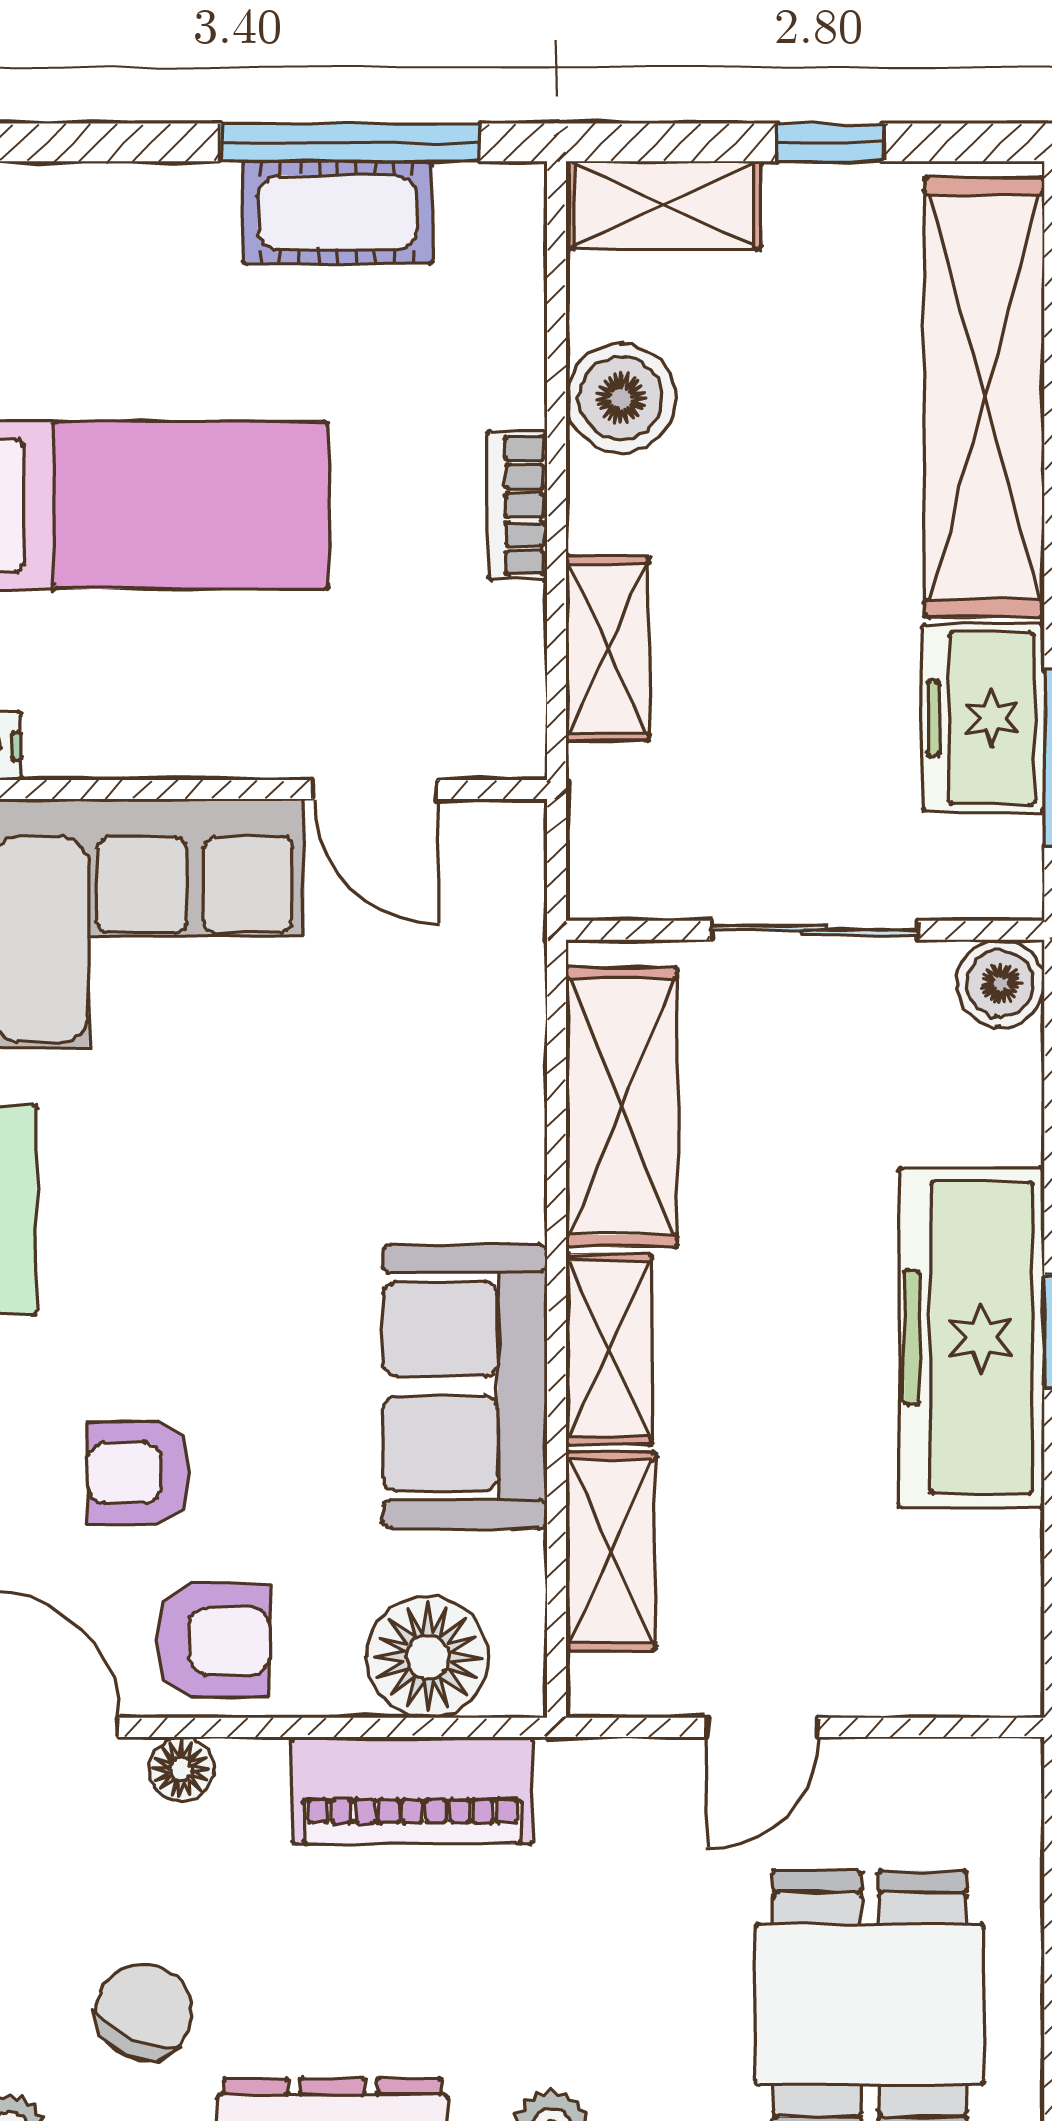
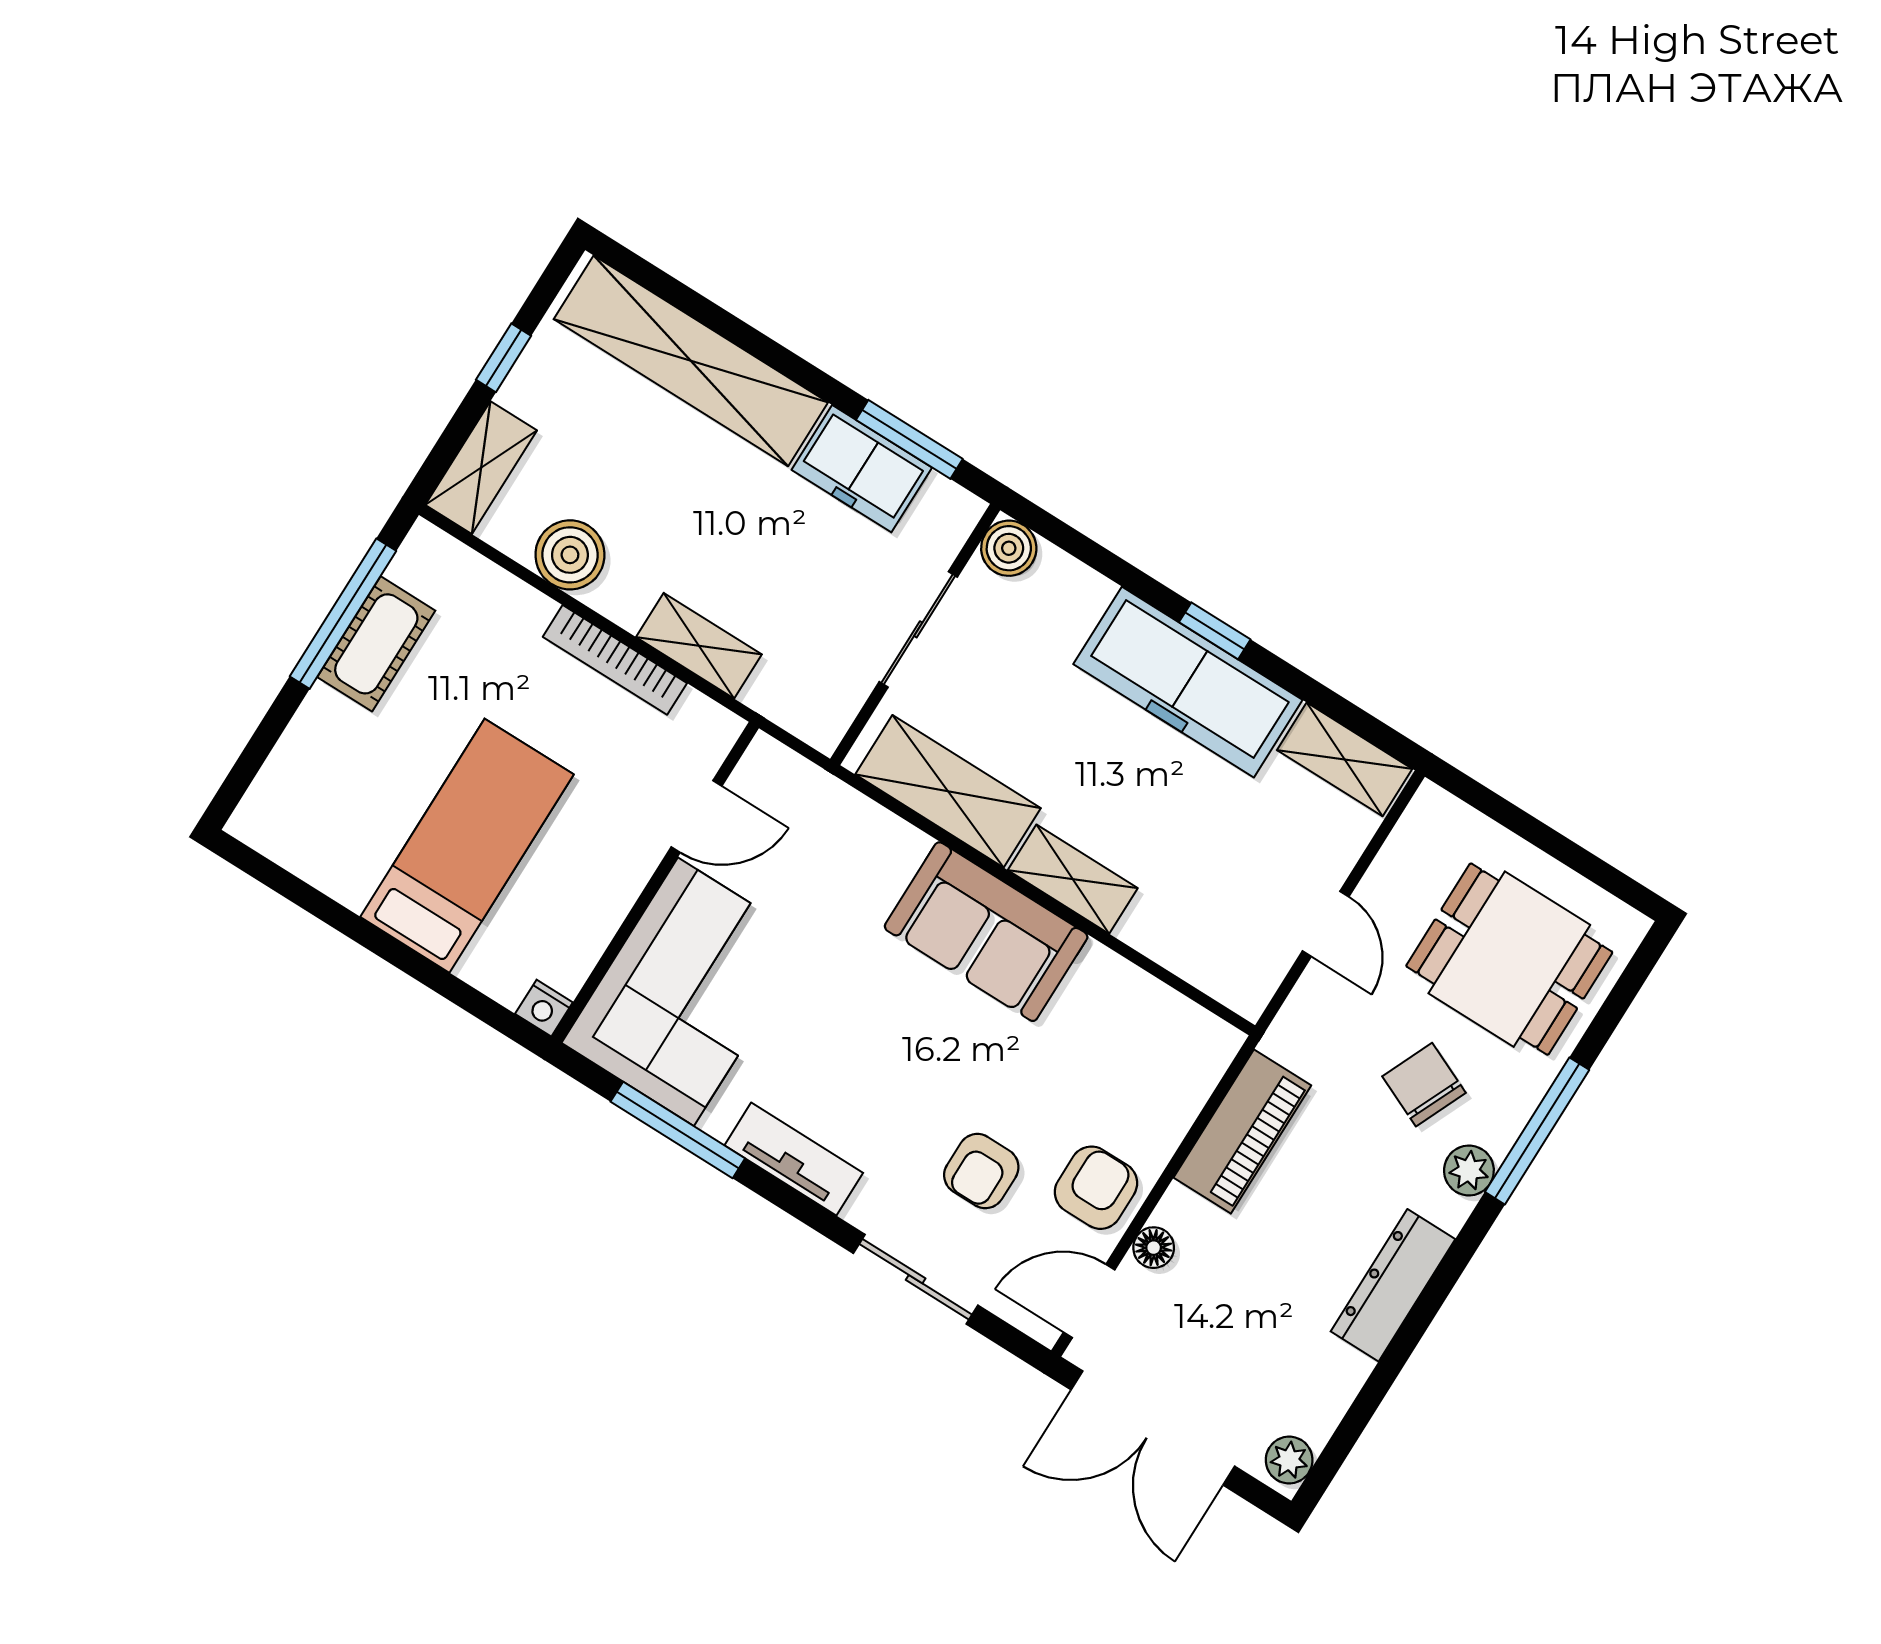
bookcase: (517, 505) -> (615, 660), width x1.56
sofa: (465, 1386) -> (986, 932), moved
shelving: (611, 1551) -> (1345, 759), moved
floor lamp: (427, 1657) -> (1176, 1079), removed
chair: (145, 2012) -> (1424, 1085), moved

